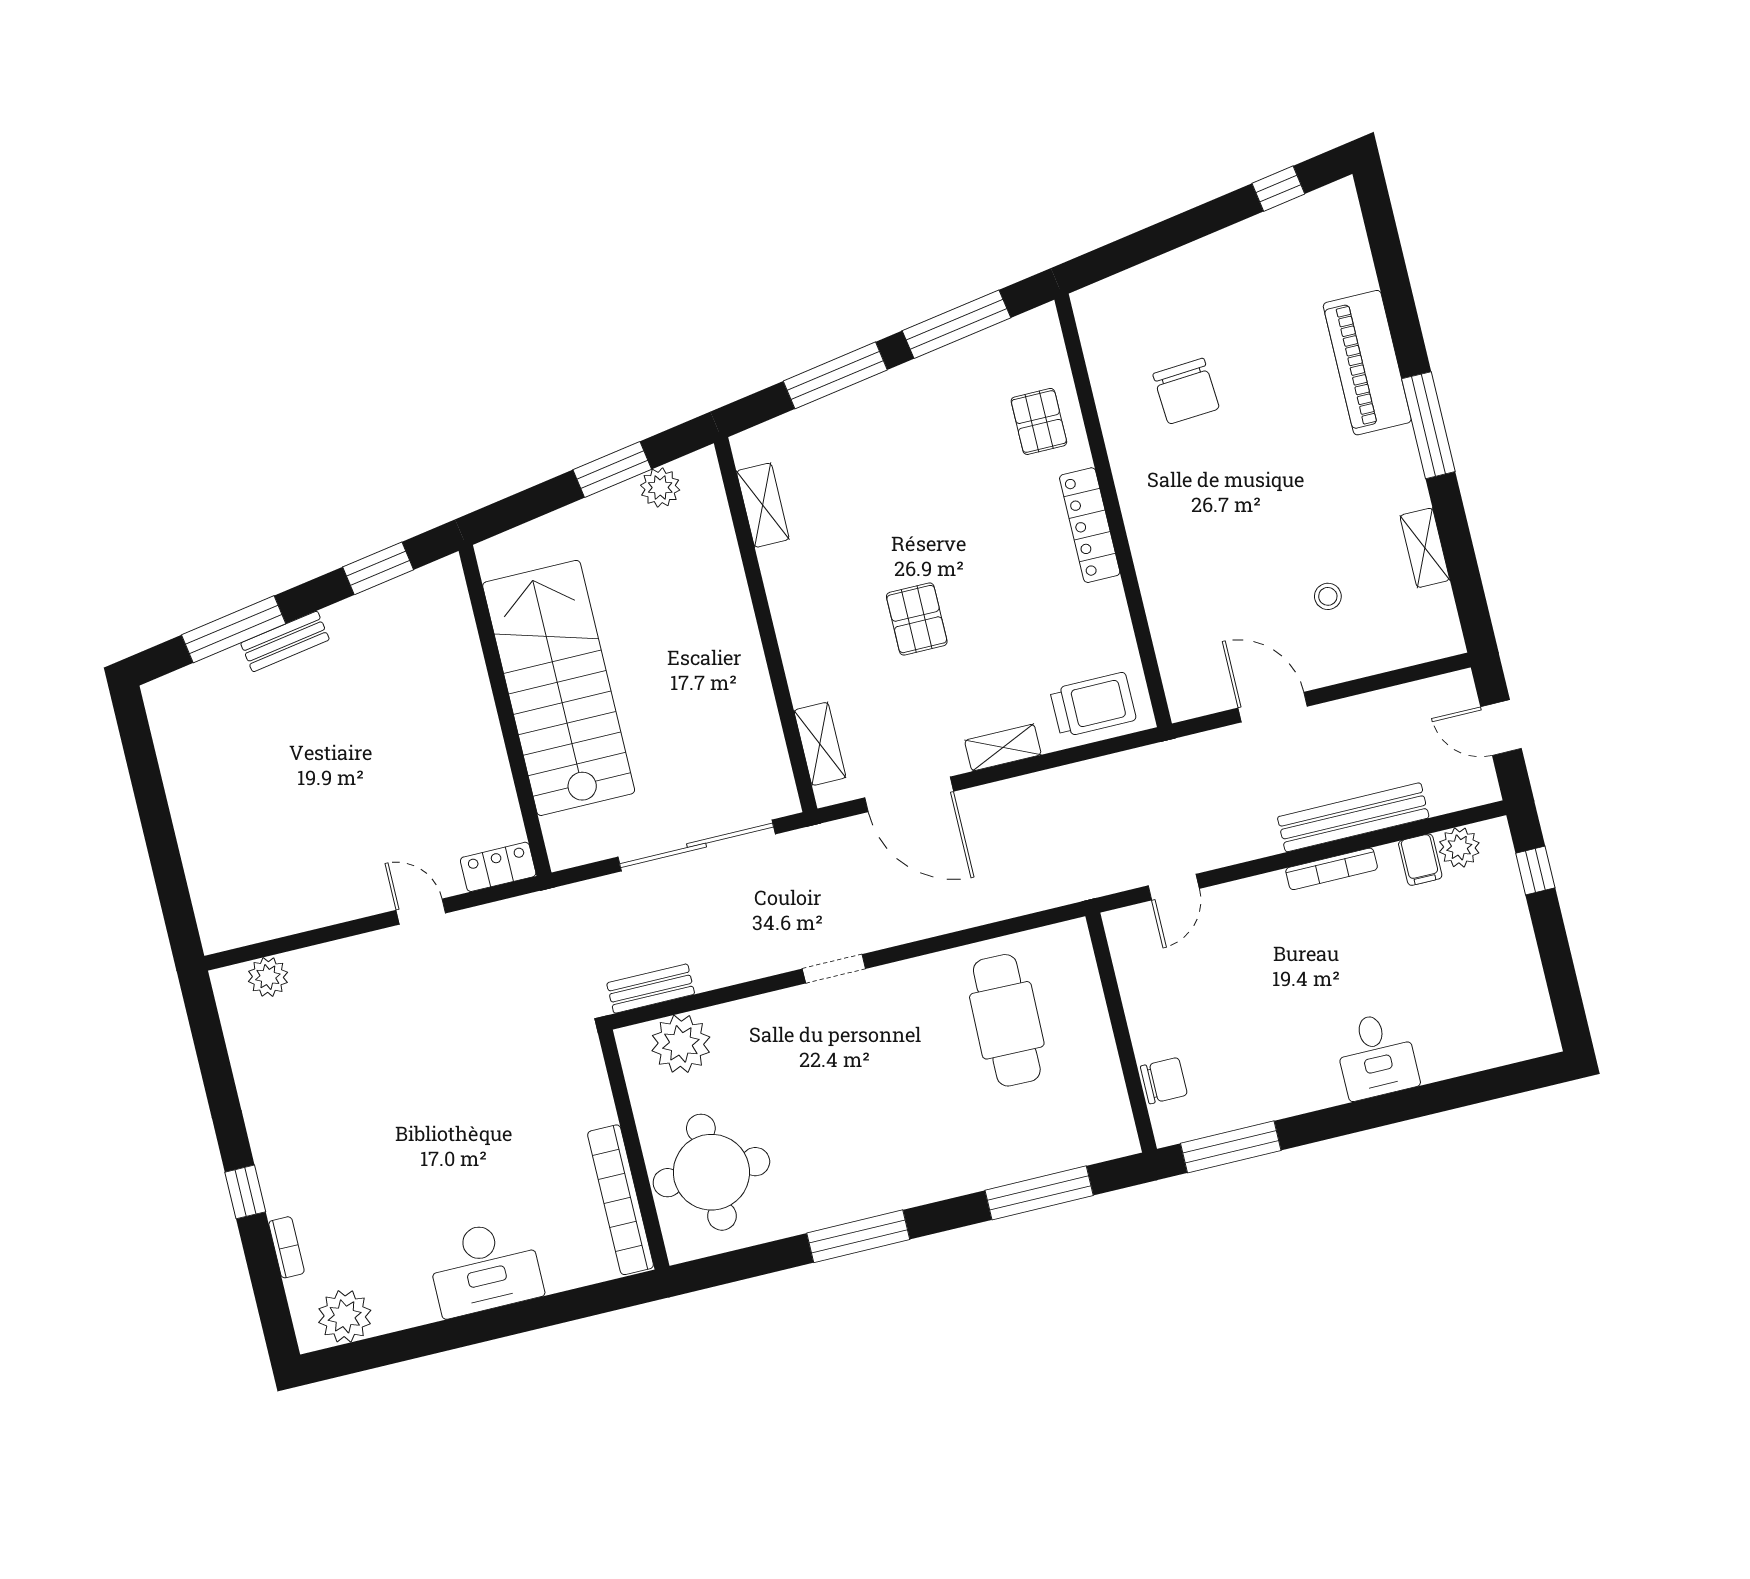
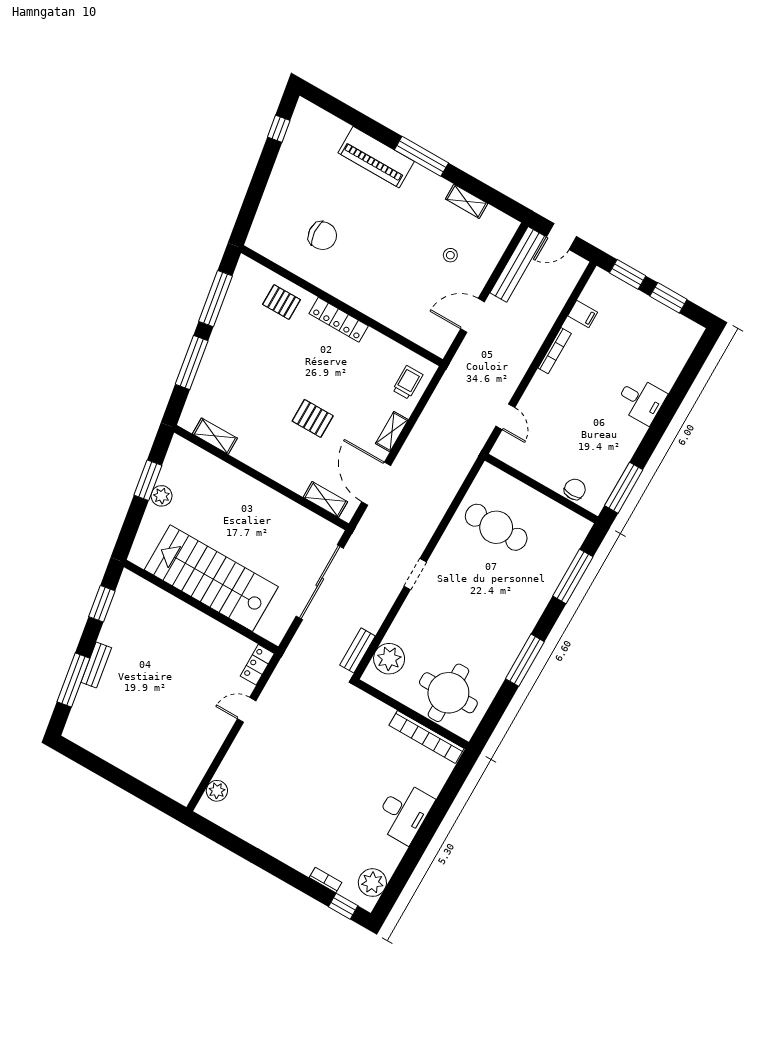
plant: (660, 488) -> (162, 496), moved
trolley: (1093, 705) -> (408, 382), width x0.73, depth x0.72
door: (909, 794) -> (376, 484), swing flipped
bench: (1353, 817) -> (517, 264), moved
plant: (1459, 847) -> (592, 295), removed
window: (1535, 871) -> (628, 274), width x1.50
window: (1556, 959) -> (668, 298), added
window: (245, 1192) -> (343, 906), moved

